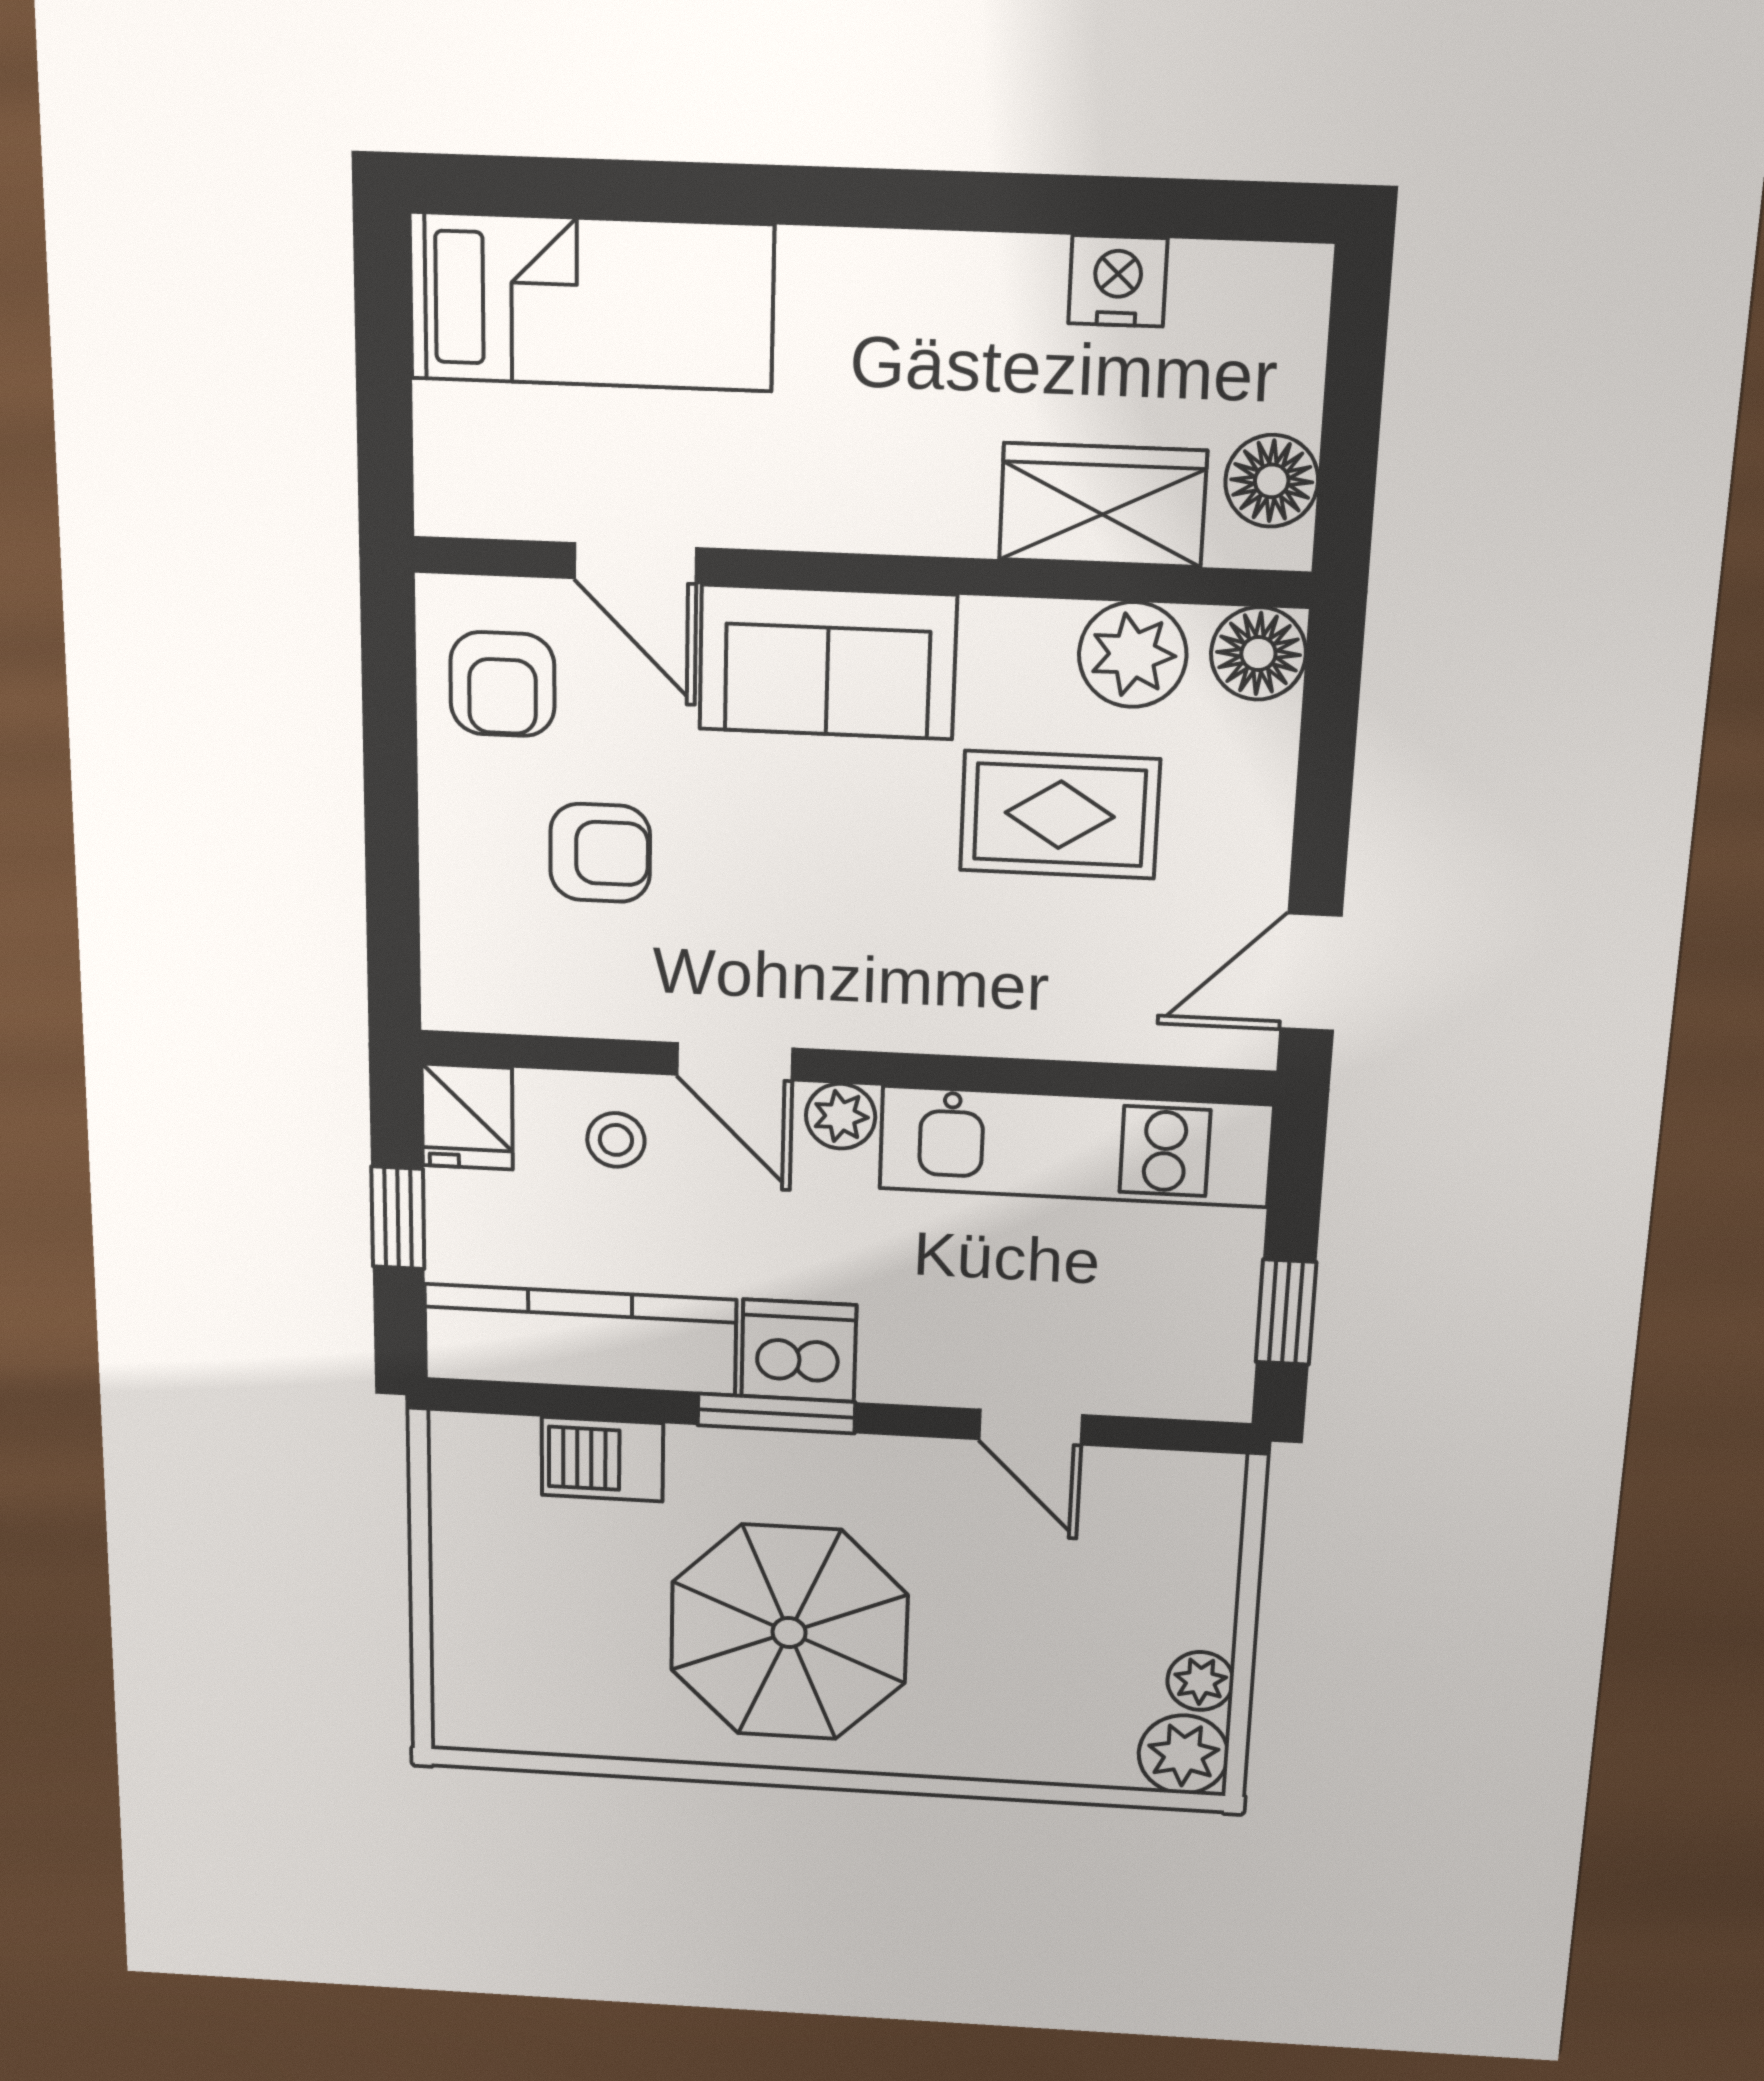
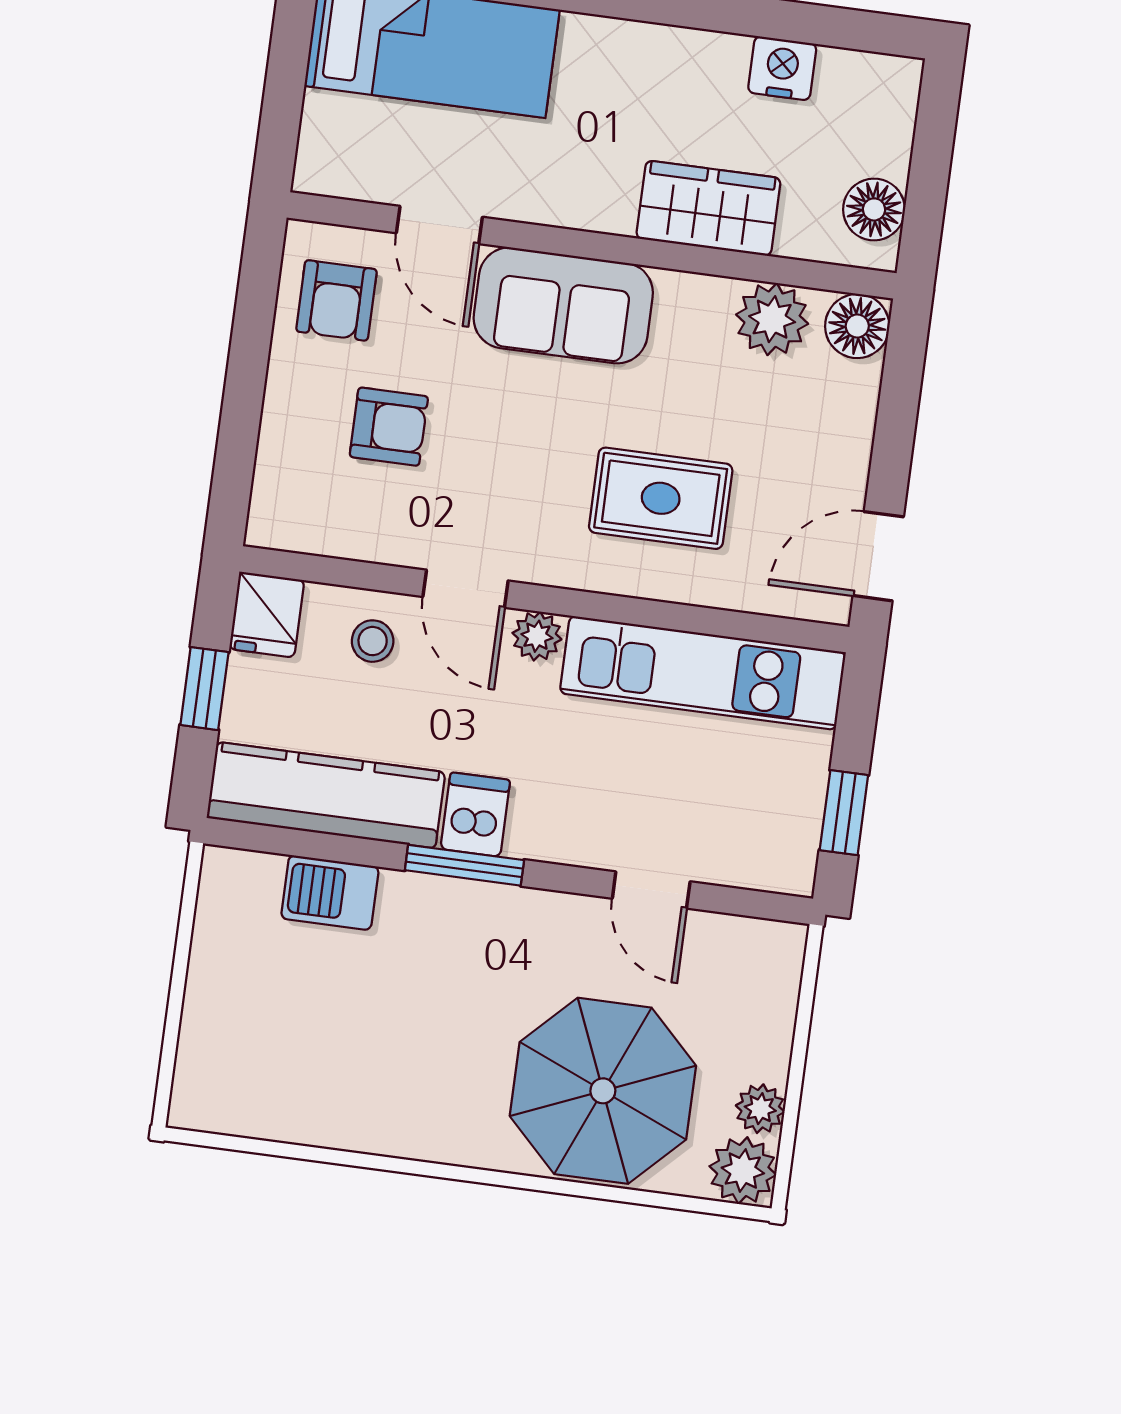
wardrobe: (1103, 505) -> (708, 208), moved
rug: (1060, 815) -> (661, 498), moved
dishwasher: (799, 1351) -> (475, 815), width x0.73
parasol: (789, 1632) -> (603, 1091), moved

